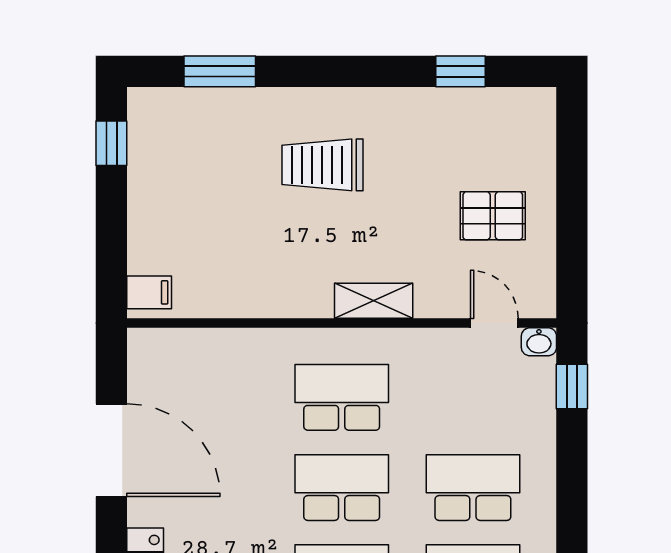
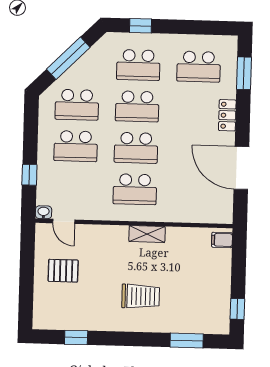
shelving: (374, 301) -> (147, 234), moved
window: (572, 387) -> (29, 175), moved

